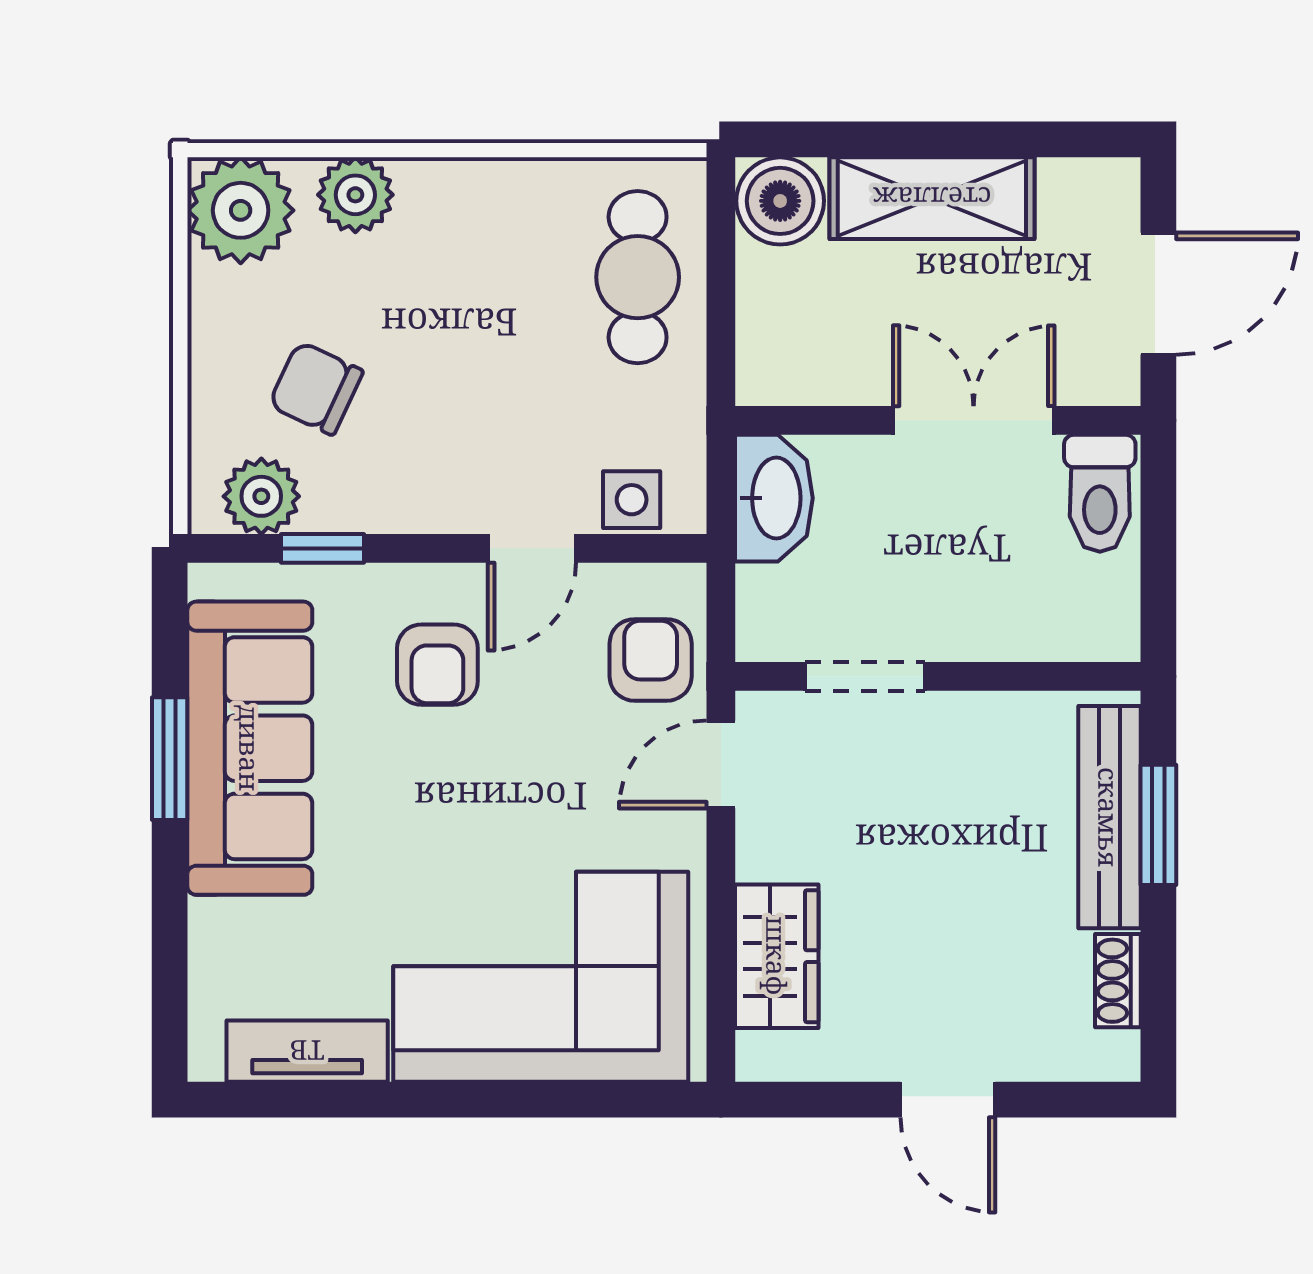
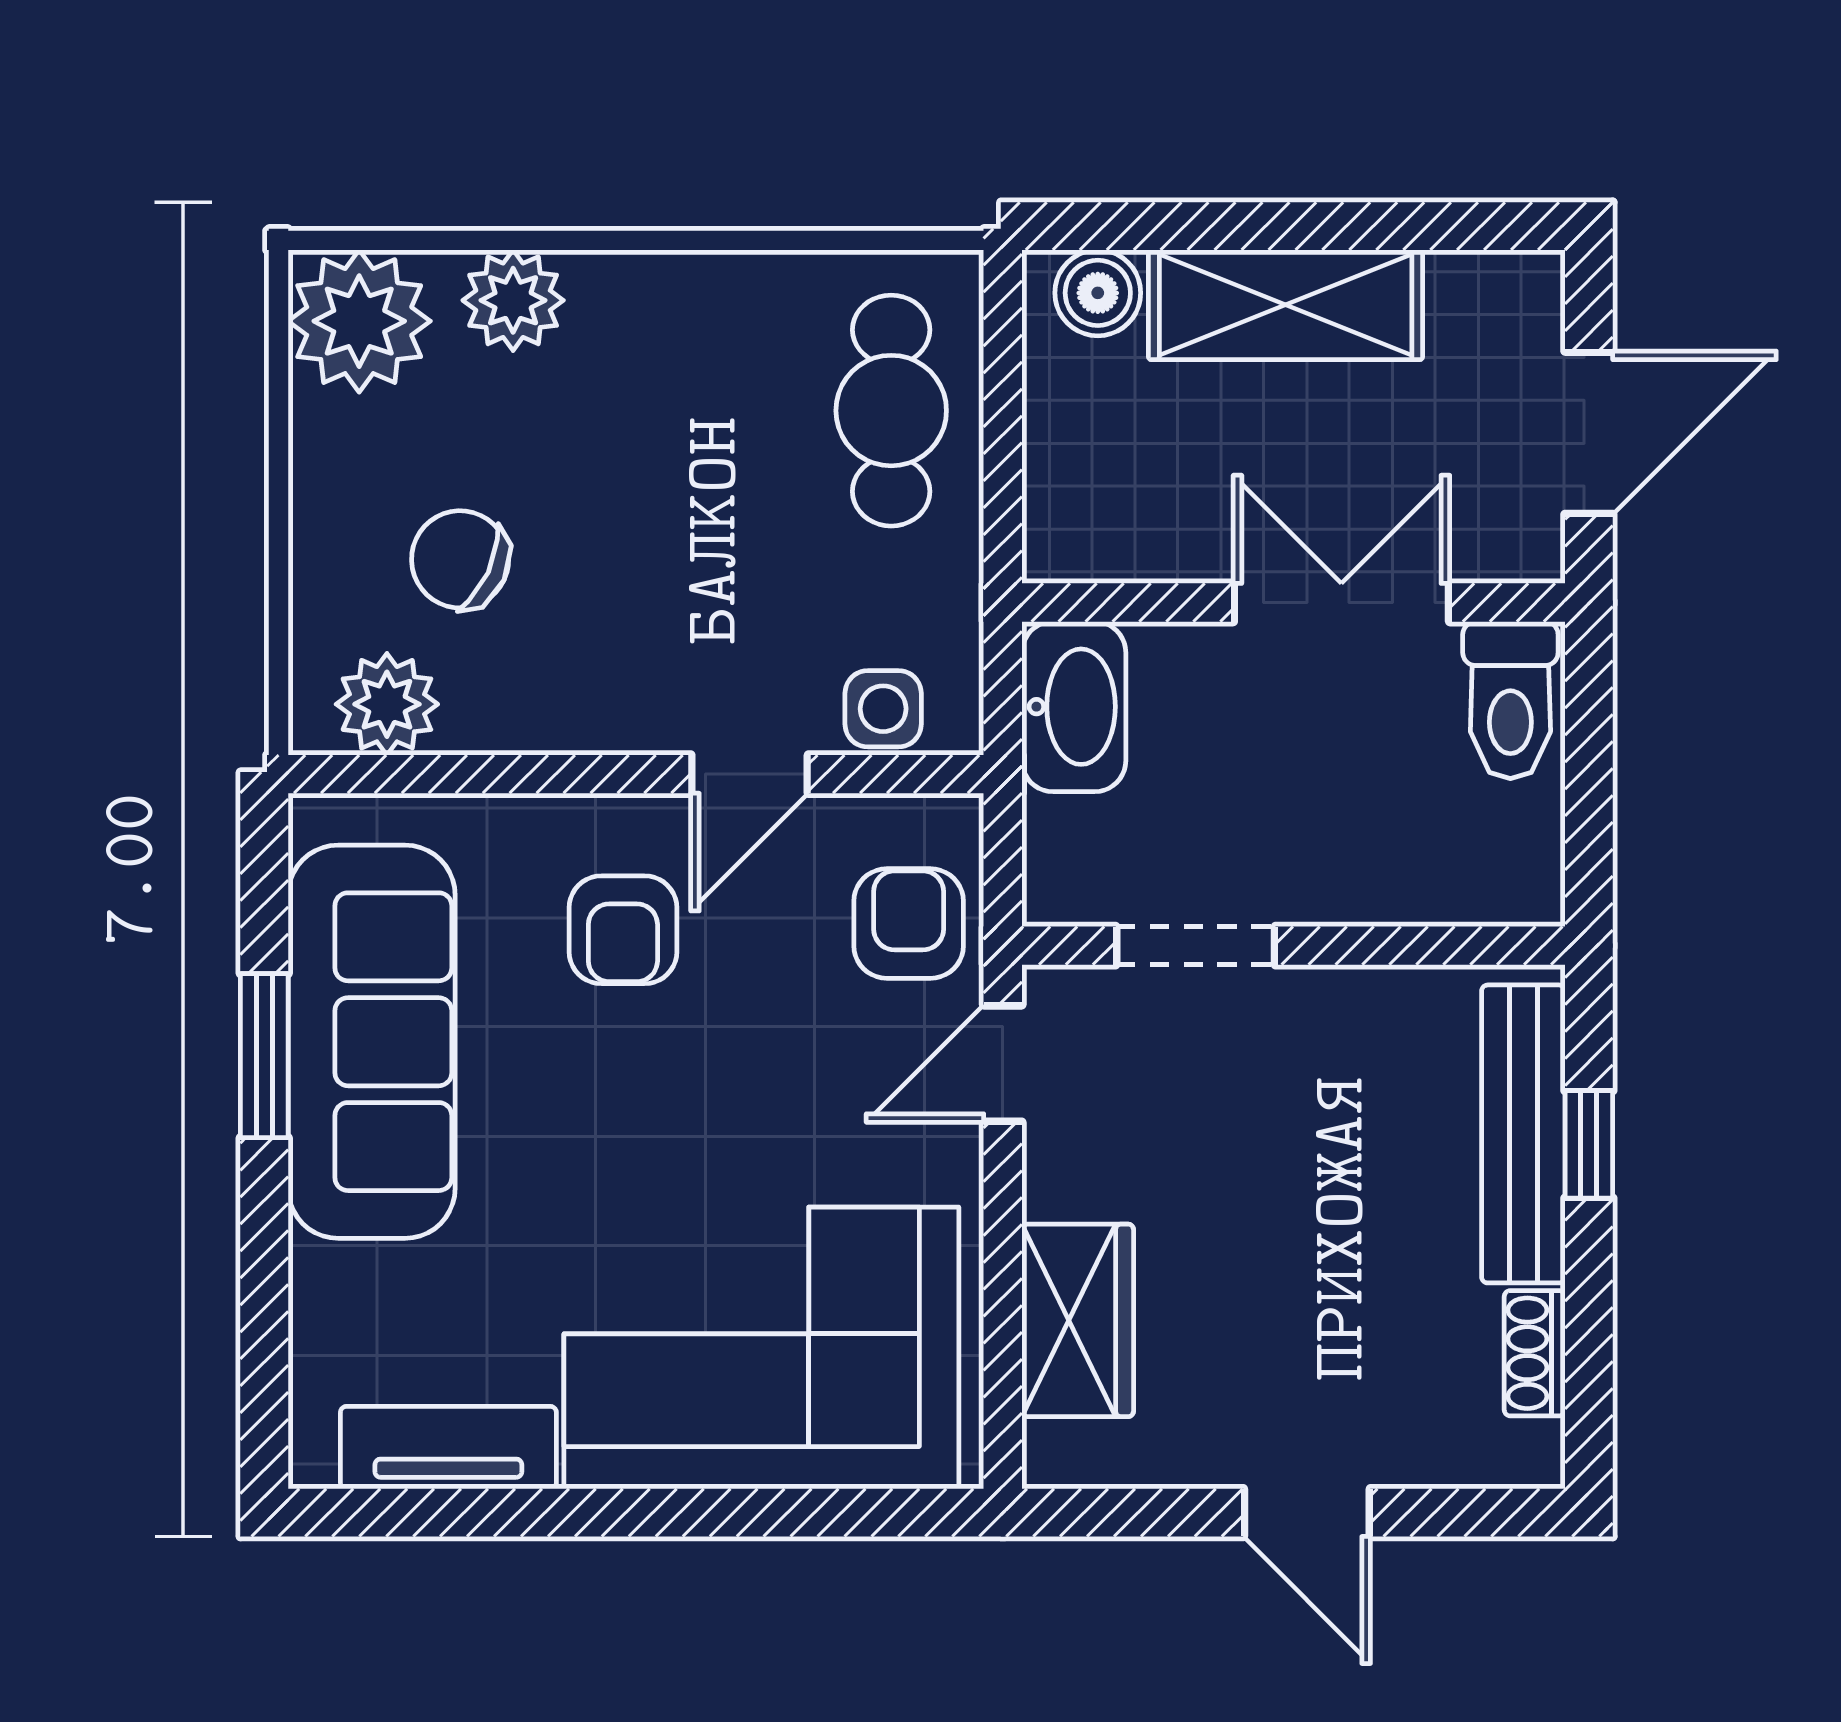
boiler: (780, 201) -> (1098, 293), width x0.73, depth x0.73
window: (323, 548) -> (469, 774), removed
window: (1158, 825) -> (1589, 1144), width x0.67

